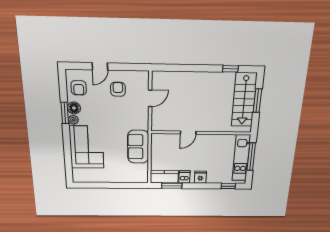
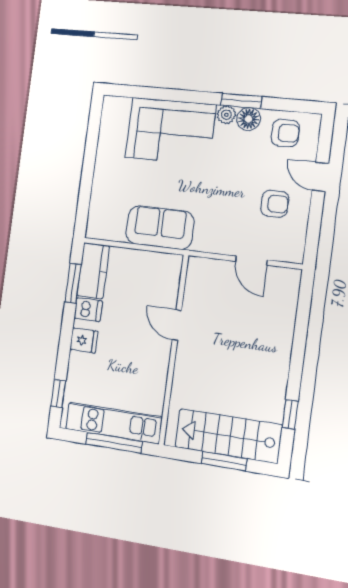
armchair: (79, 88) -> (285, 133), turned 180

